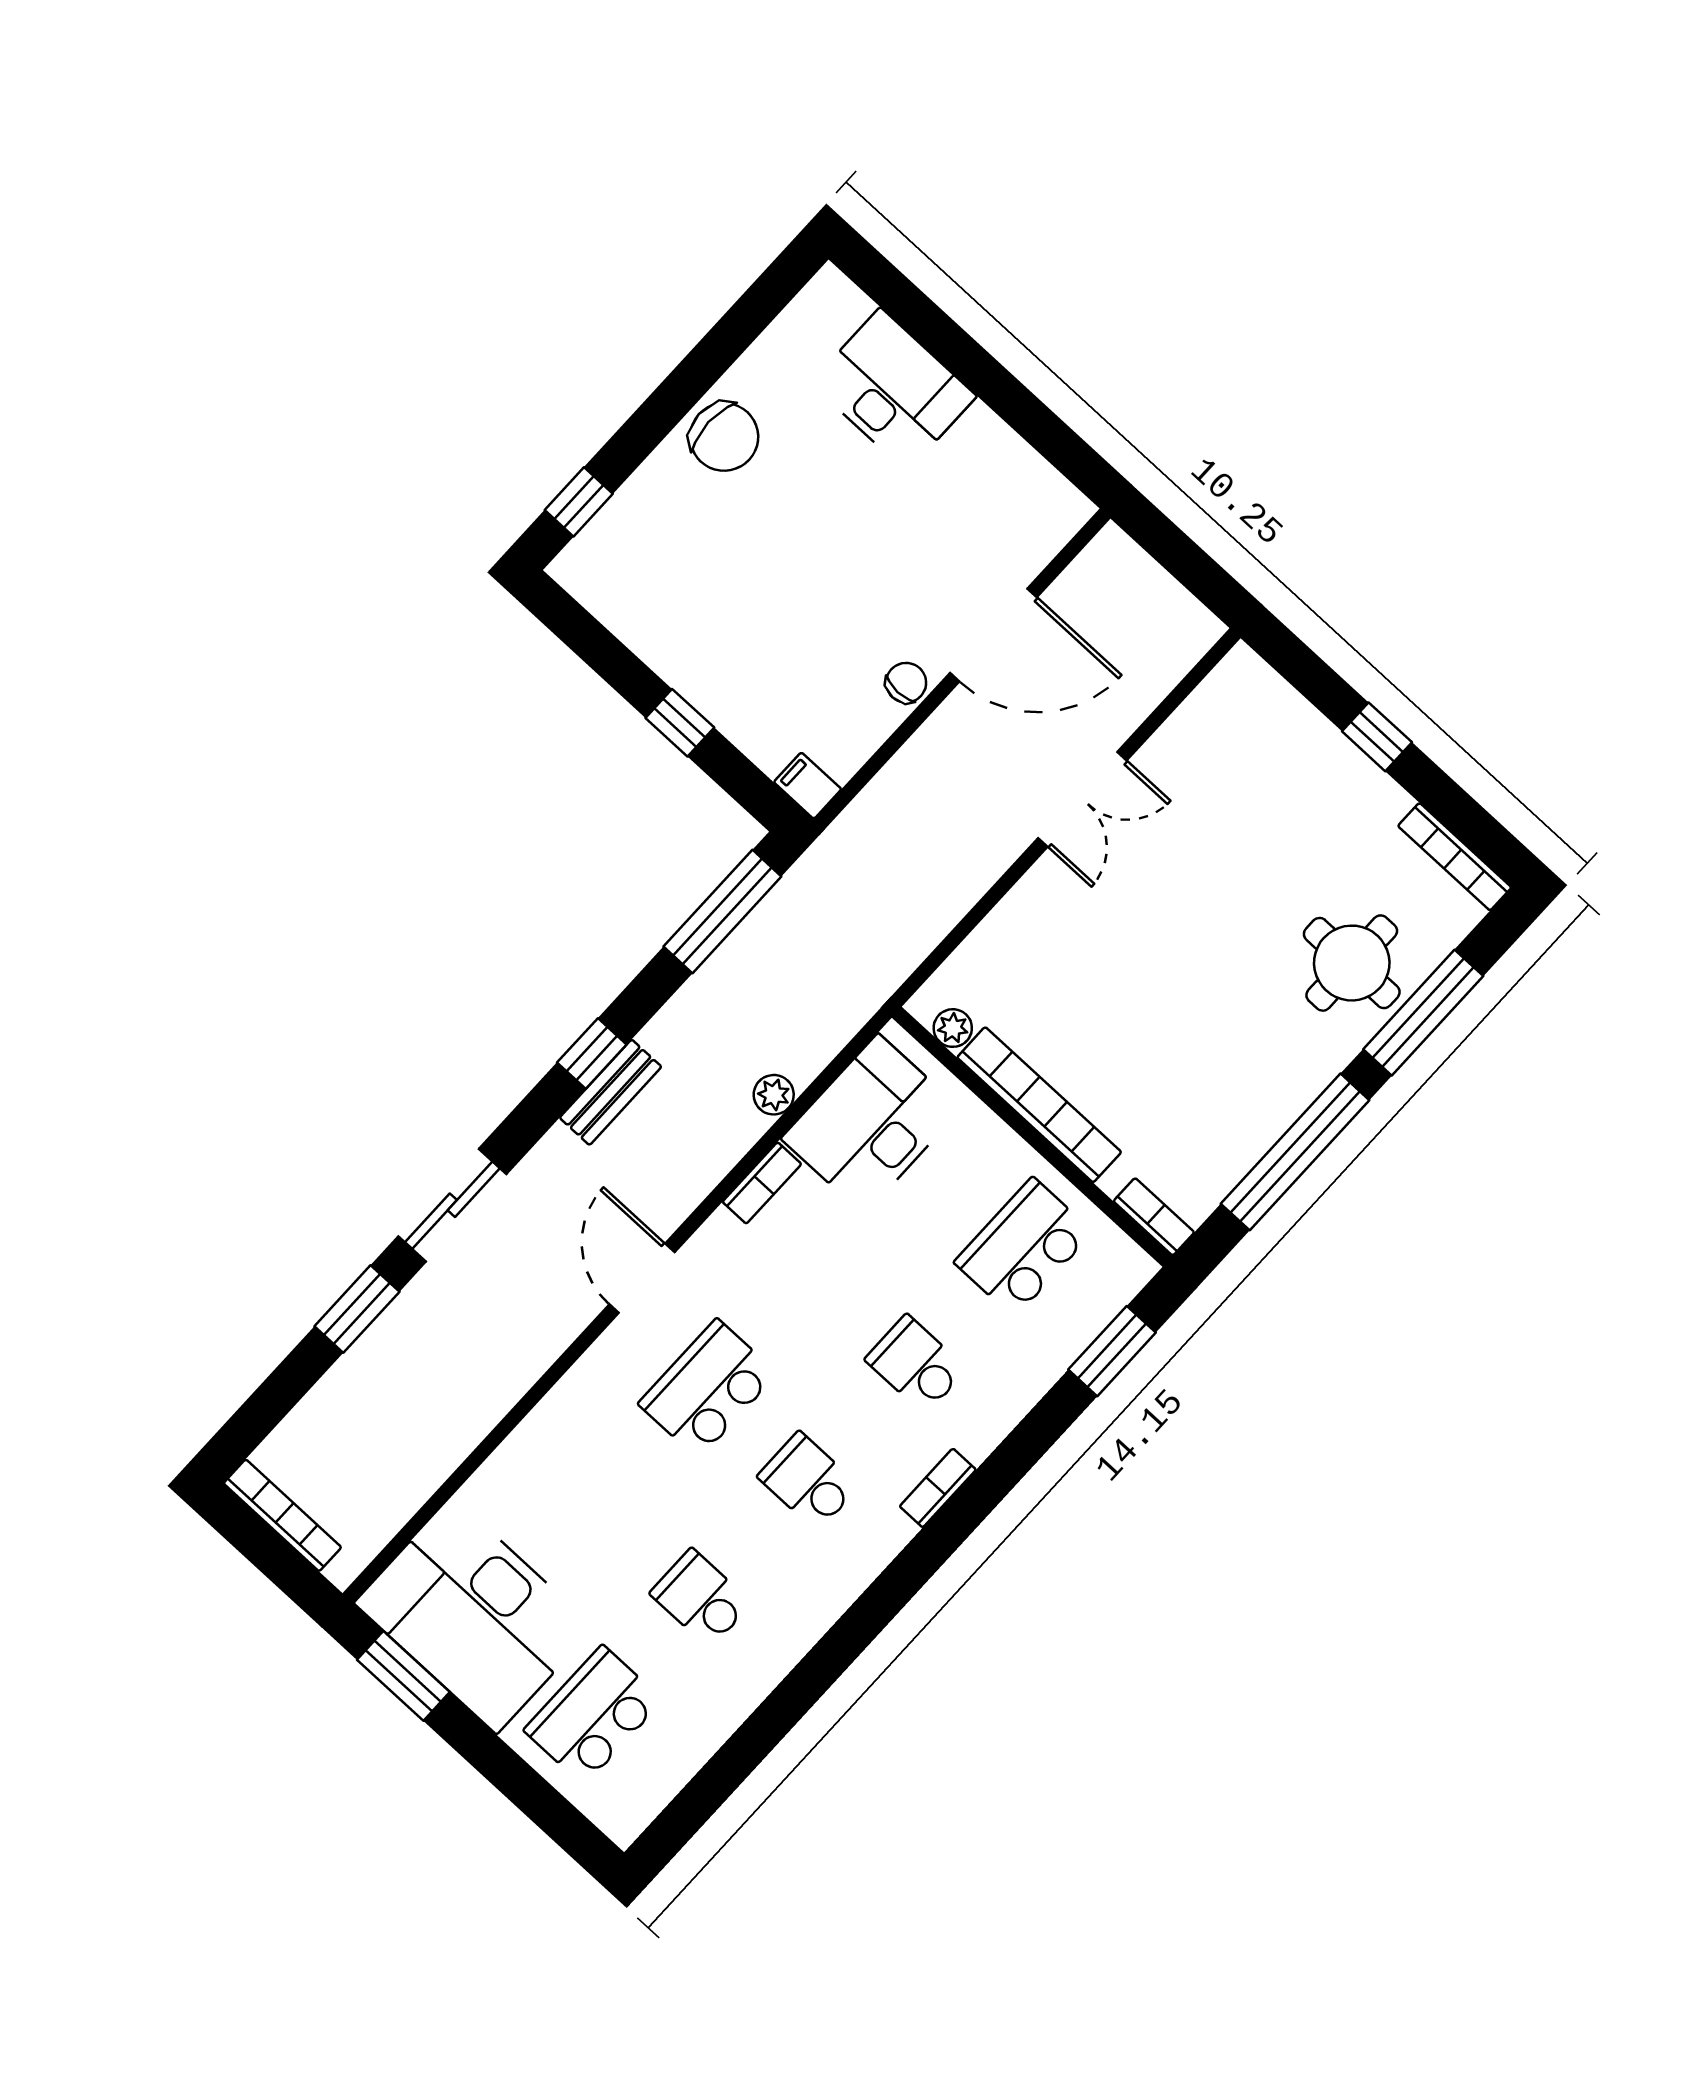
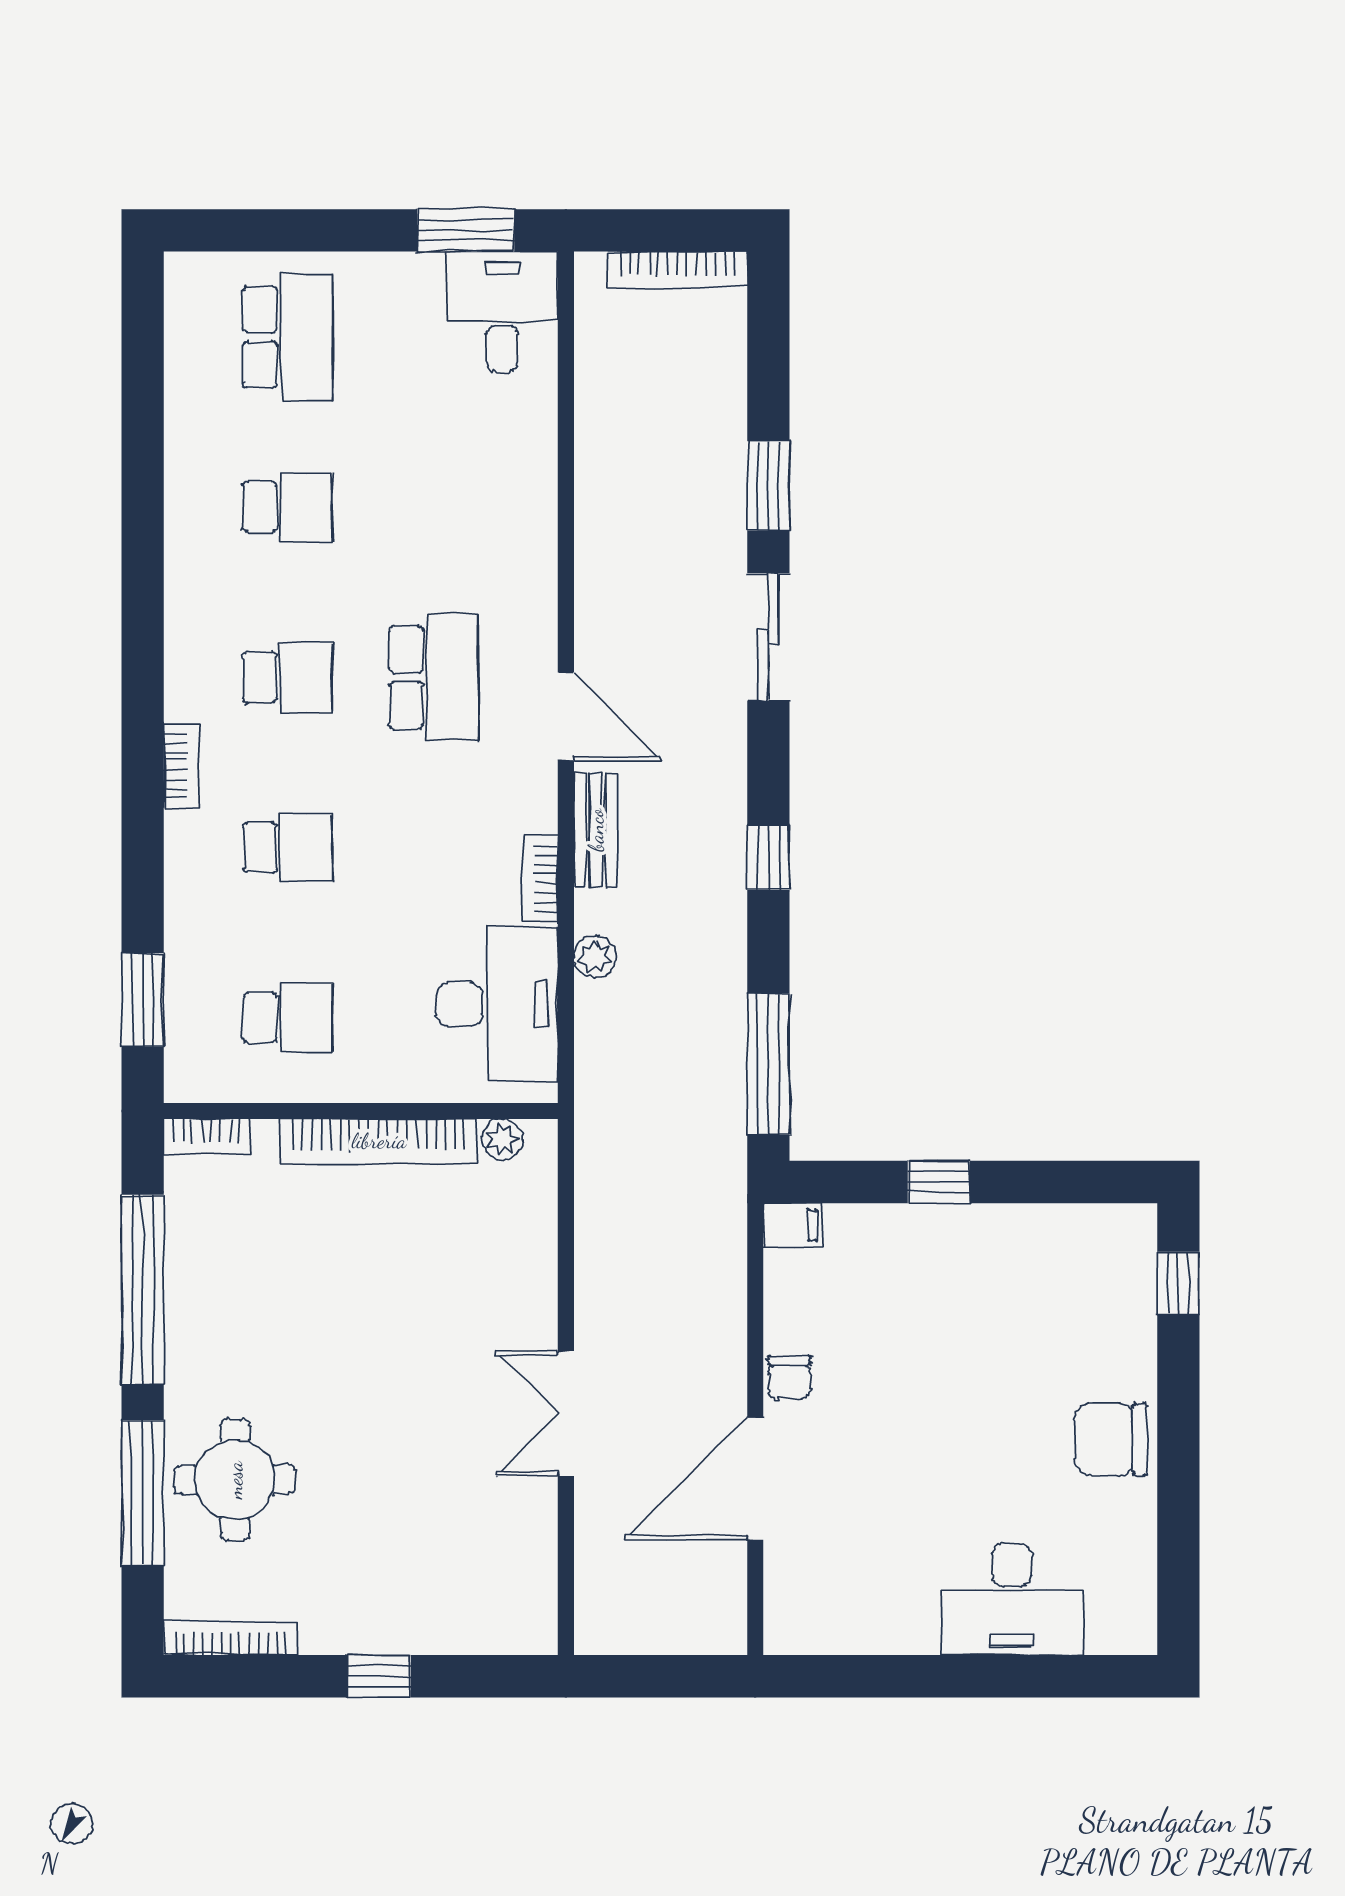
bench: (611, 1092) -> (596, 830), moved
school desk: (1023, 1247) -> (288, 1018), width x0.54
desk: (474, 1615) -> (502, 311), width x0.53, depth x0.77

